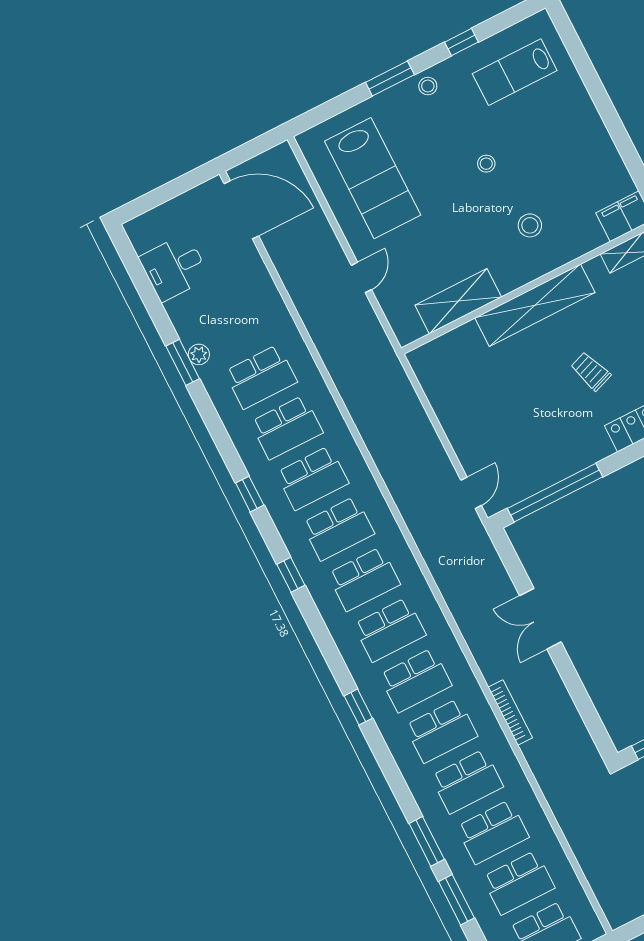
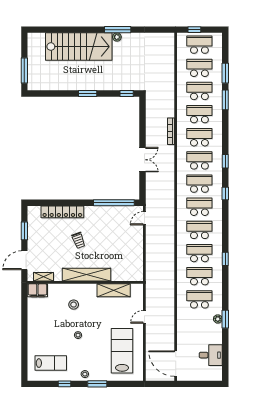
window: (291, 575) -> (225, 193), moved

